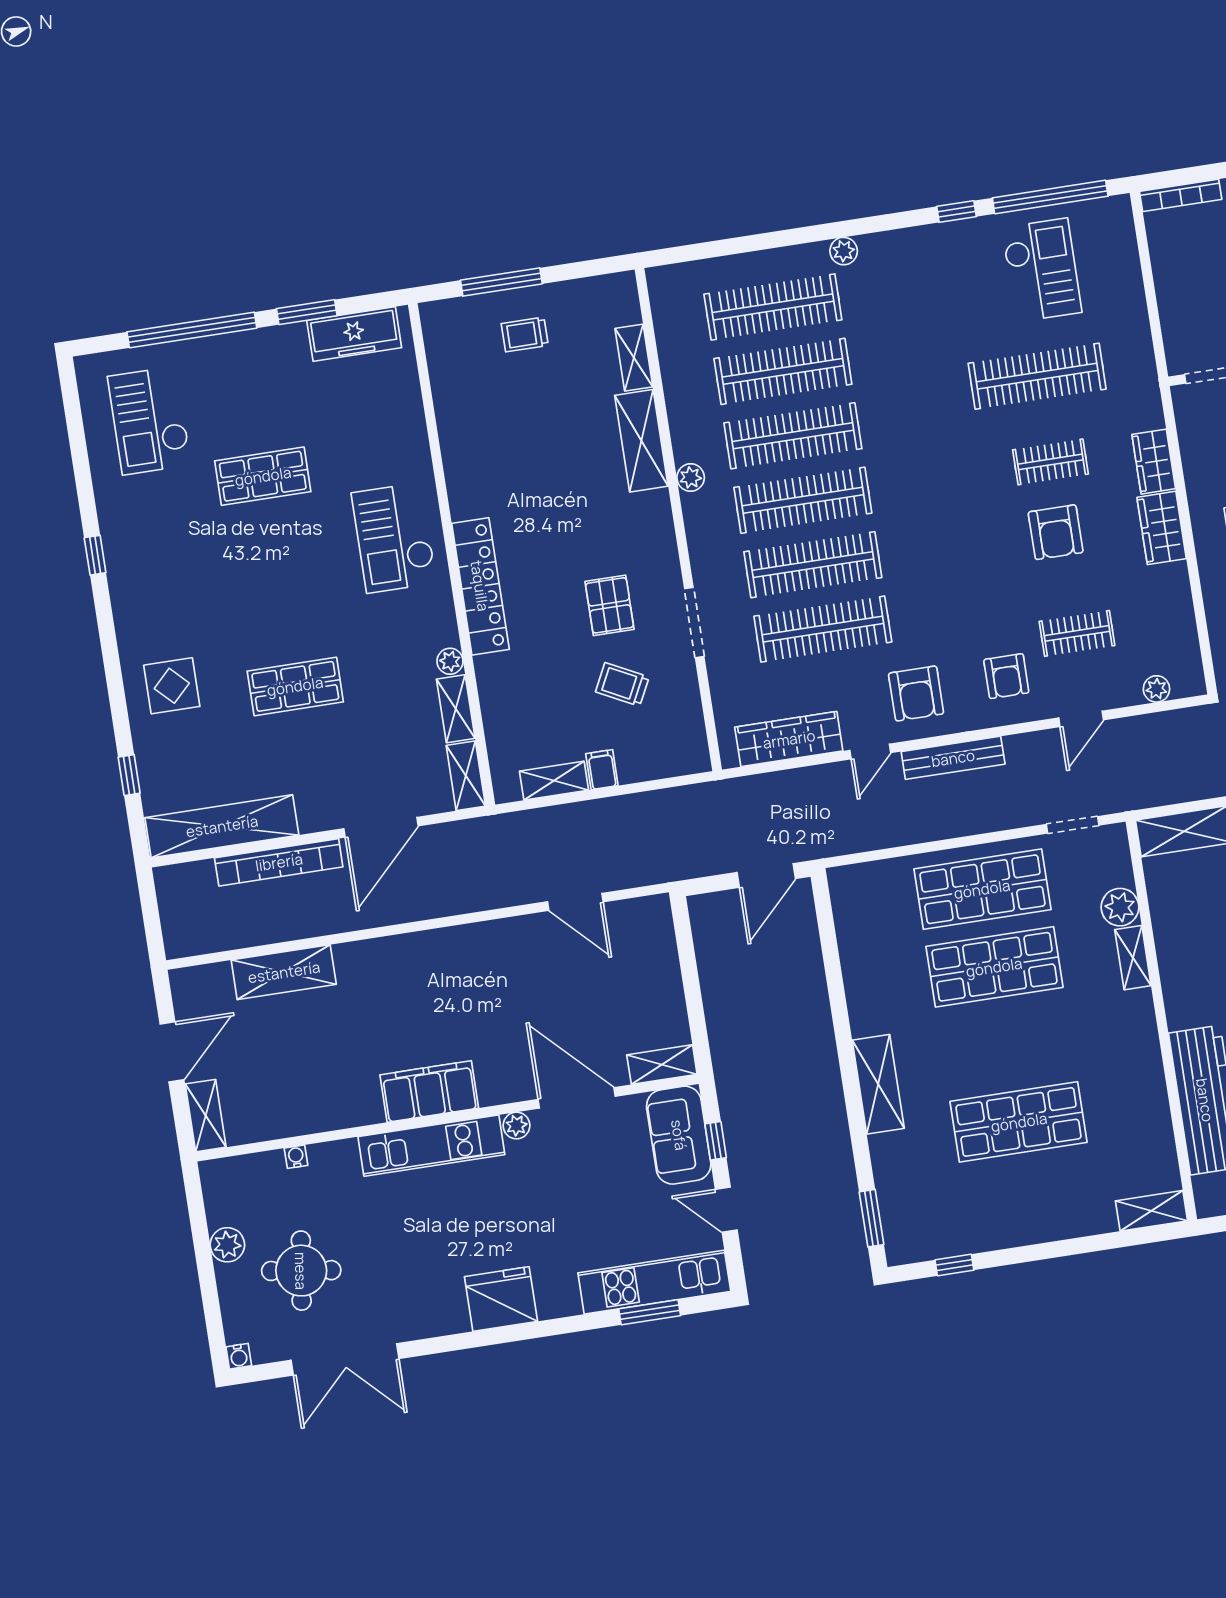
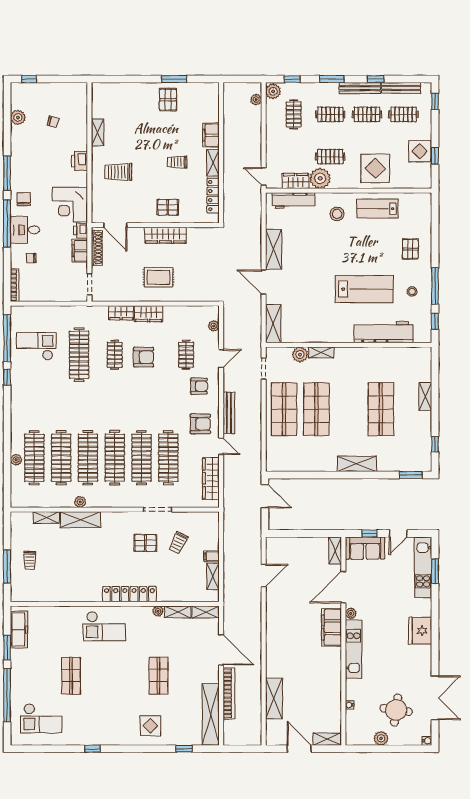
plant: (844, 251) -> (16, 460), moved
plant: (691, 478) -> (80, 502), moved
door: (1081, 719) -> (221, 358), hinge flipped
filing cabinet: (429, 1091) -> (331, 627), moved
shelving: (1151, 1211) -> (425, 397), moved

